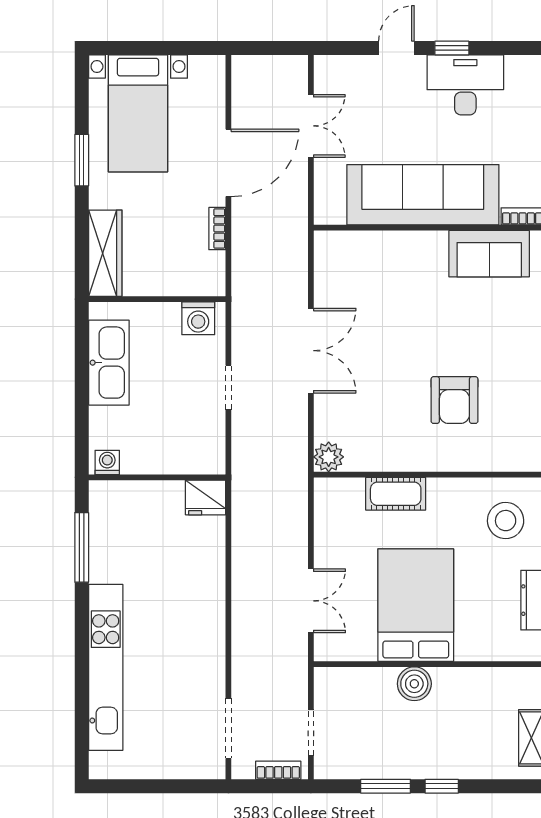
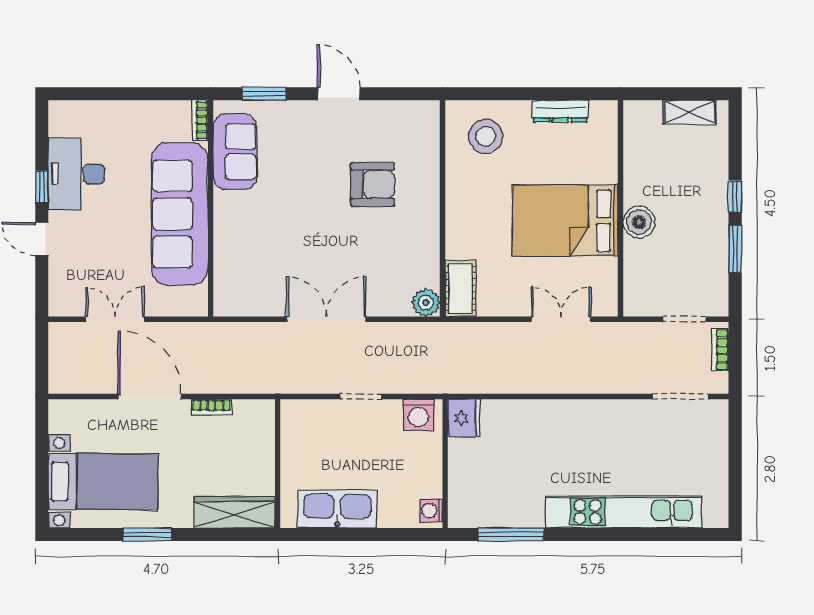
washing machine: (198, 318) -> (418, 415), moved, turned 90
cot: (396, 494) -> (460, 288), moved

